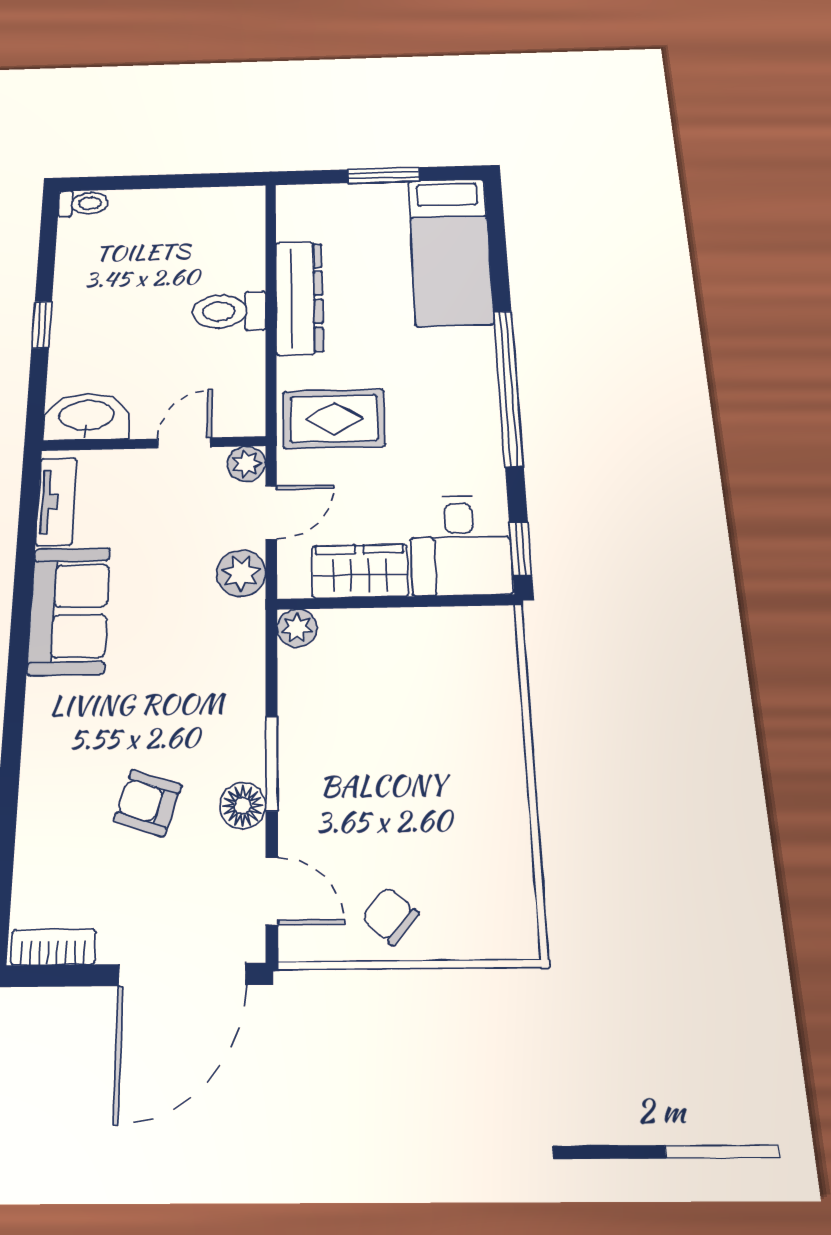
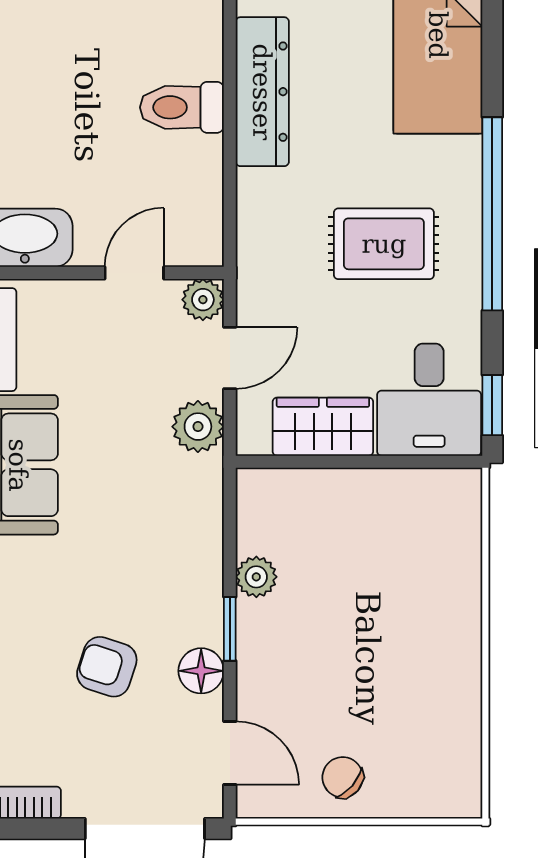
rug: (334, 419) -> (384, 244), moved
plant: (297, 628) -> (256, 577), moved
window: (272, 763) -> (230, 629), width x0.67

